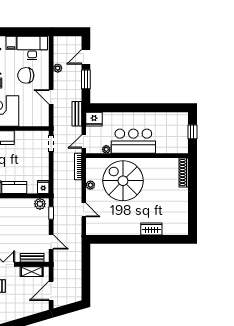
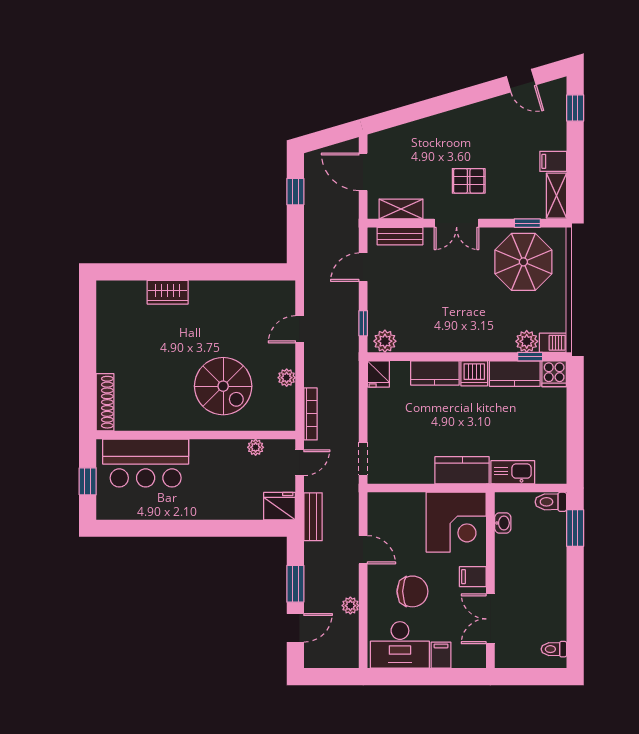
bar counter: (133, 141) -> (146, 463), moved
spiral stairs: (123, 181) -> (223, 386), width x0.73, depth x0.73
door: (84, 210) -> (300, 329), hinge flipped
door: (51, 242) -> (363, 267), hinge flipped
window: (86, 281) -> (295, 192), added
door: (51, 291) -> (363, 172), swing flipped

